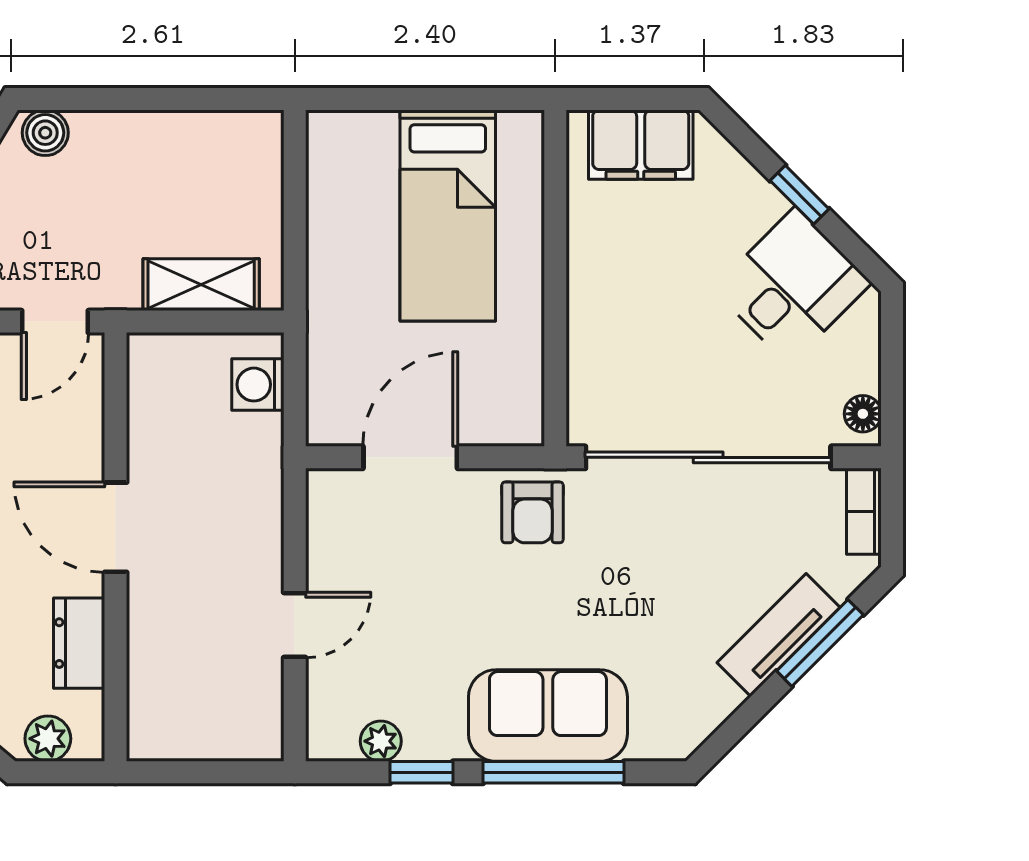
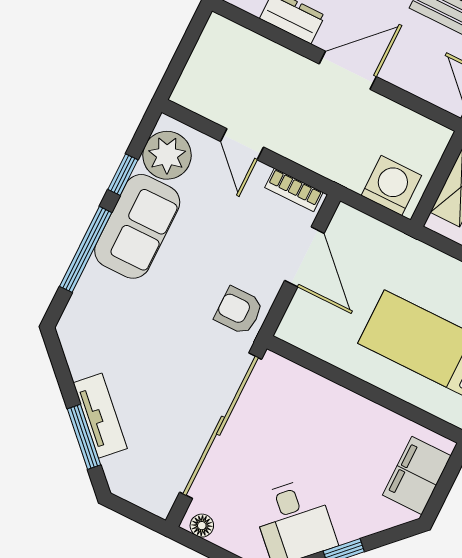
washing machine: (258, 385) -> (391, 185), width x1.38, depth x1.38
bookcase: (864, 511) -> (294, 190), moved, turned 180
sofa: (548, 716) -> (137, 226), moved
plant: (381, 741) -> (167, 155), width x1.88, depth x1.88

